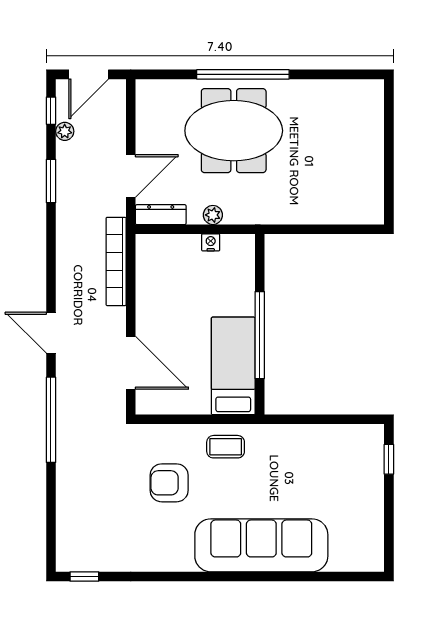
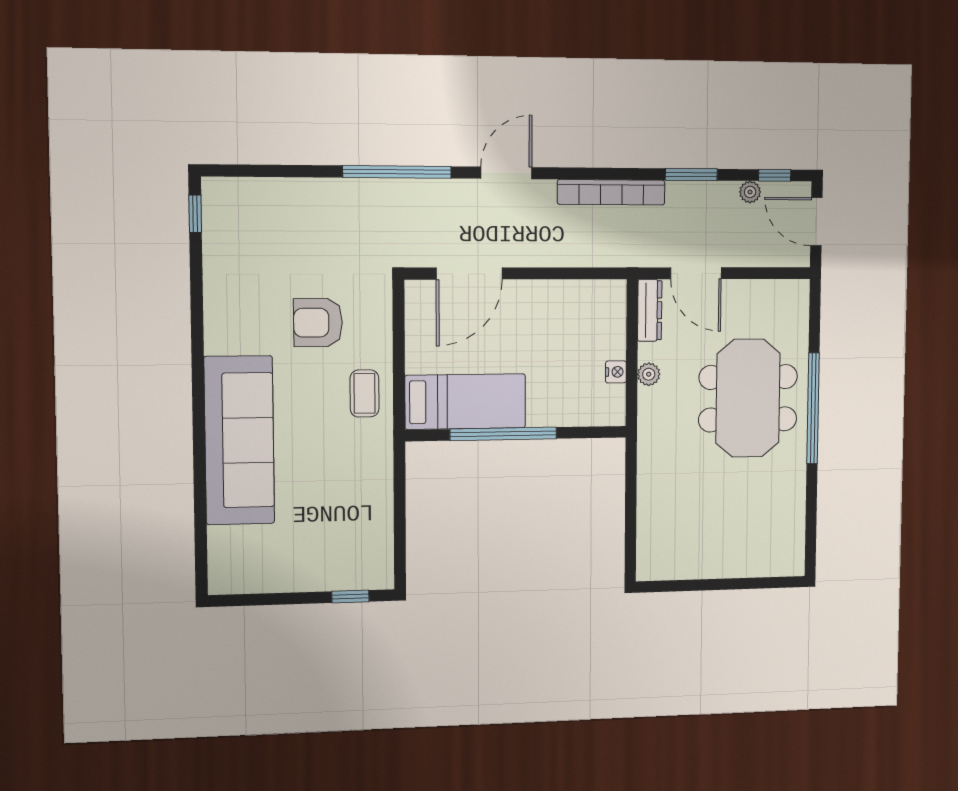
bookcase: (116, 261) -> (611, 192), moved, turned 180
armchair: (169, 483) -> (318, 323), turned -90

